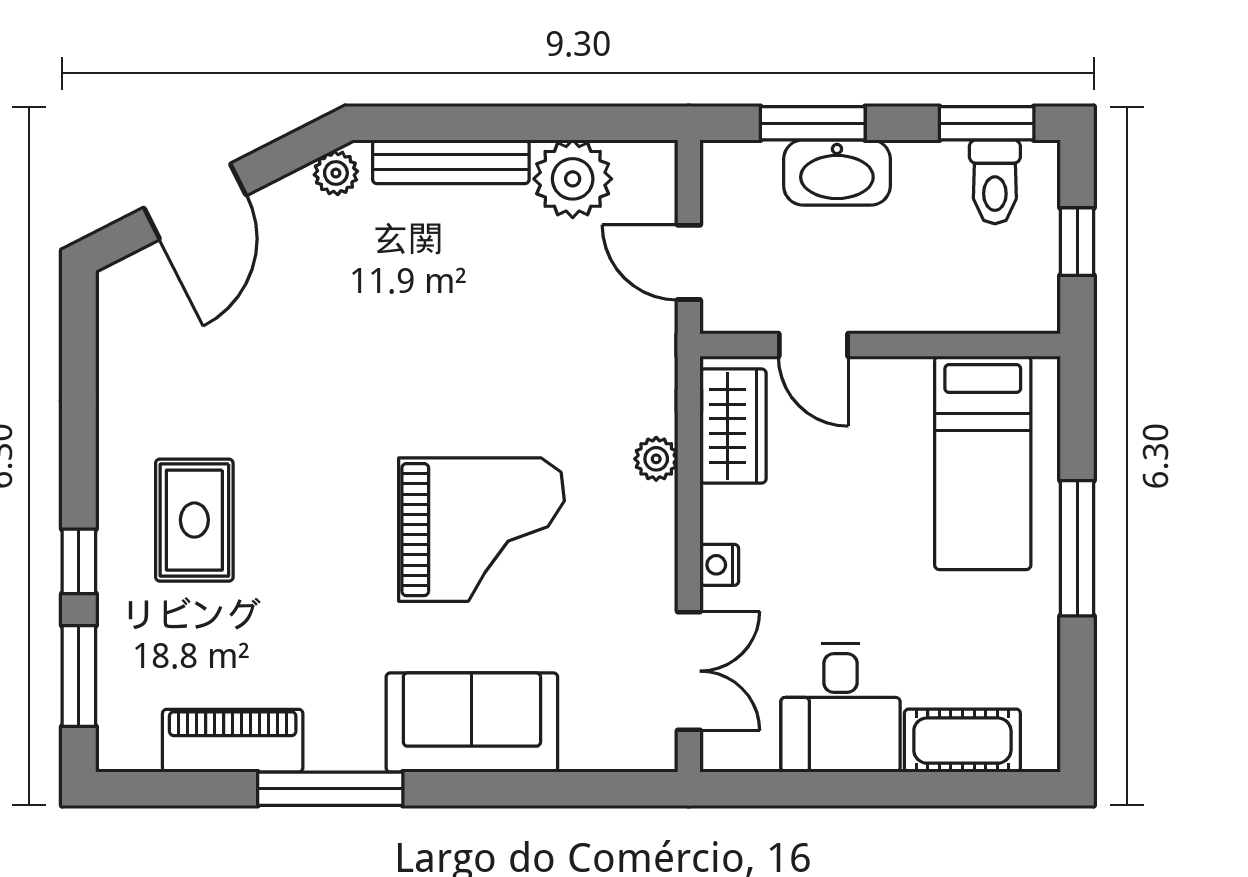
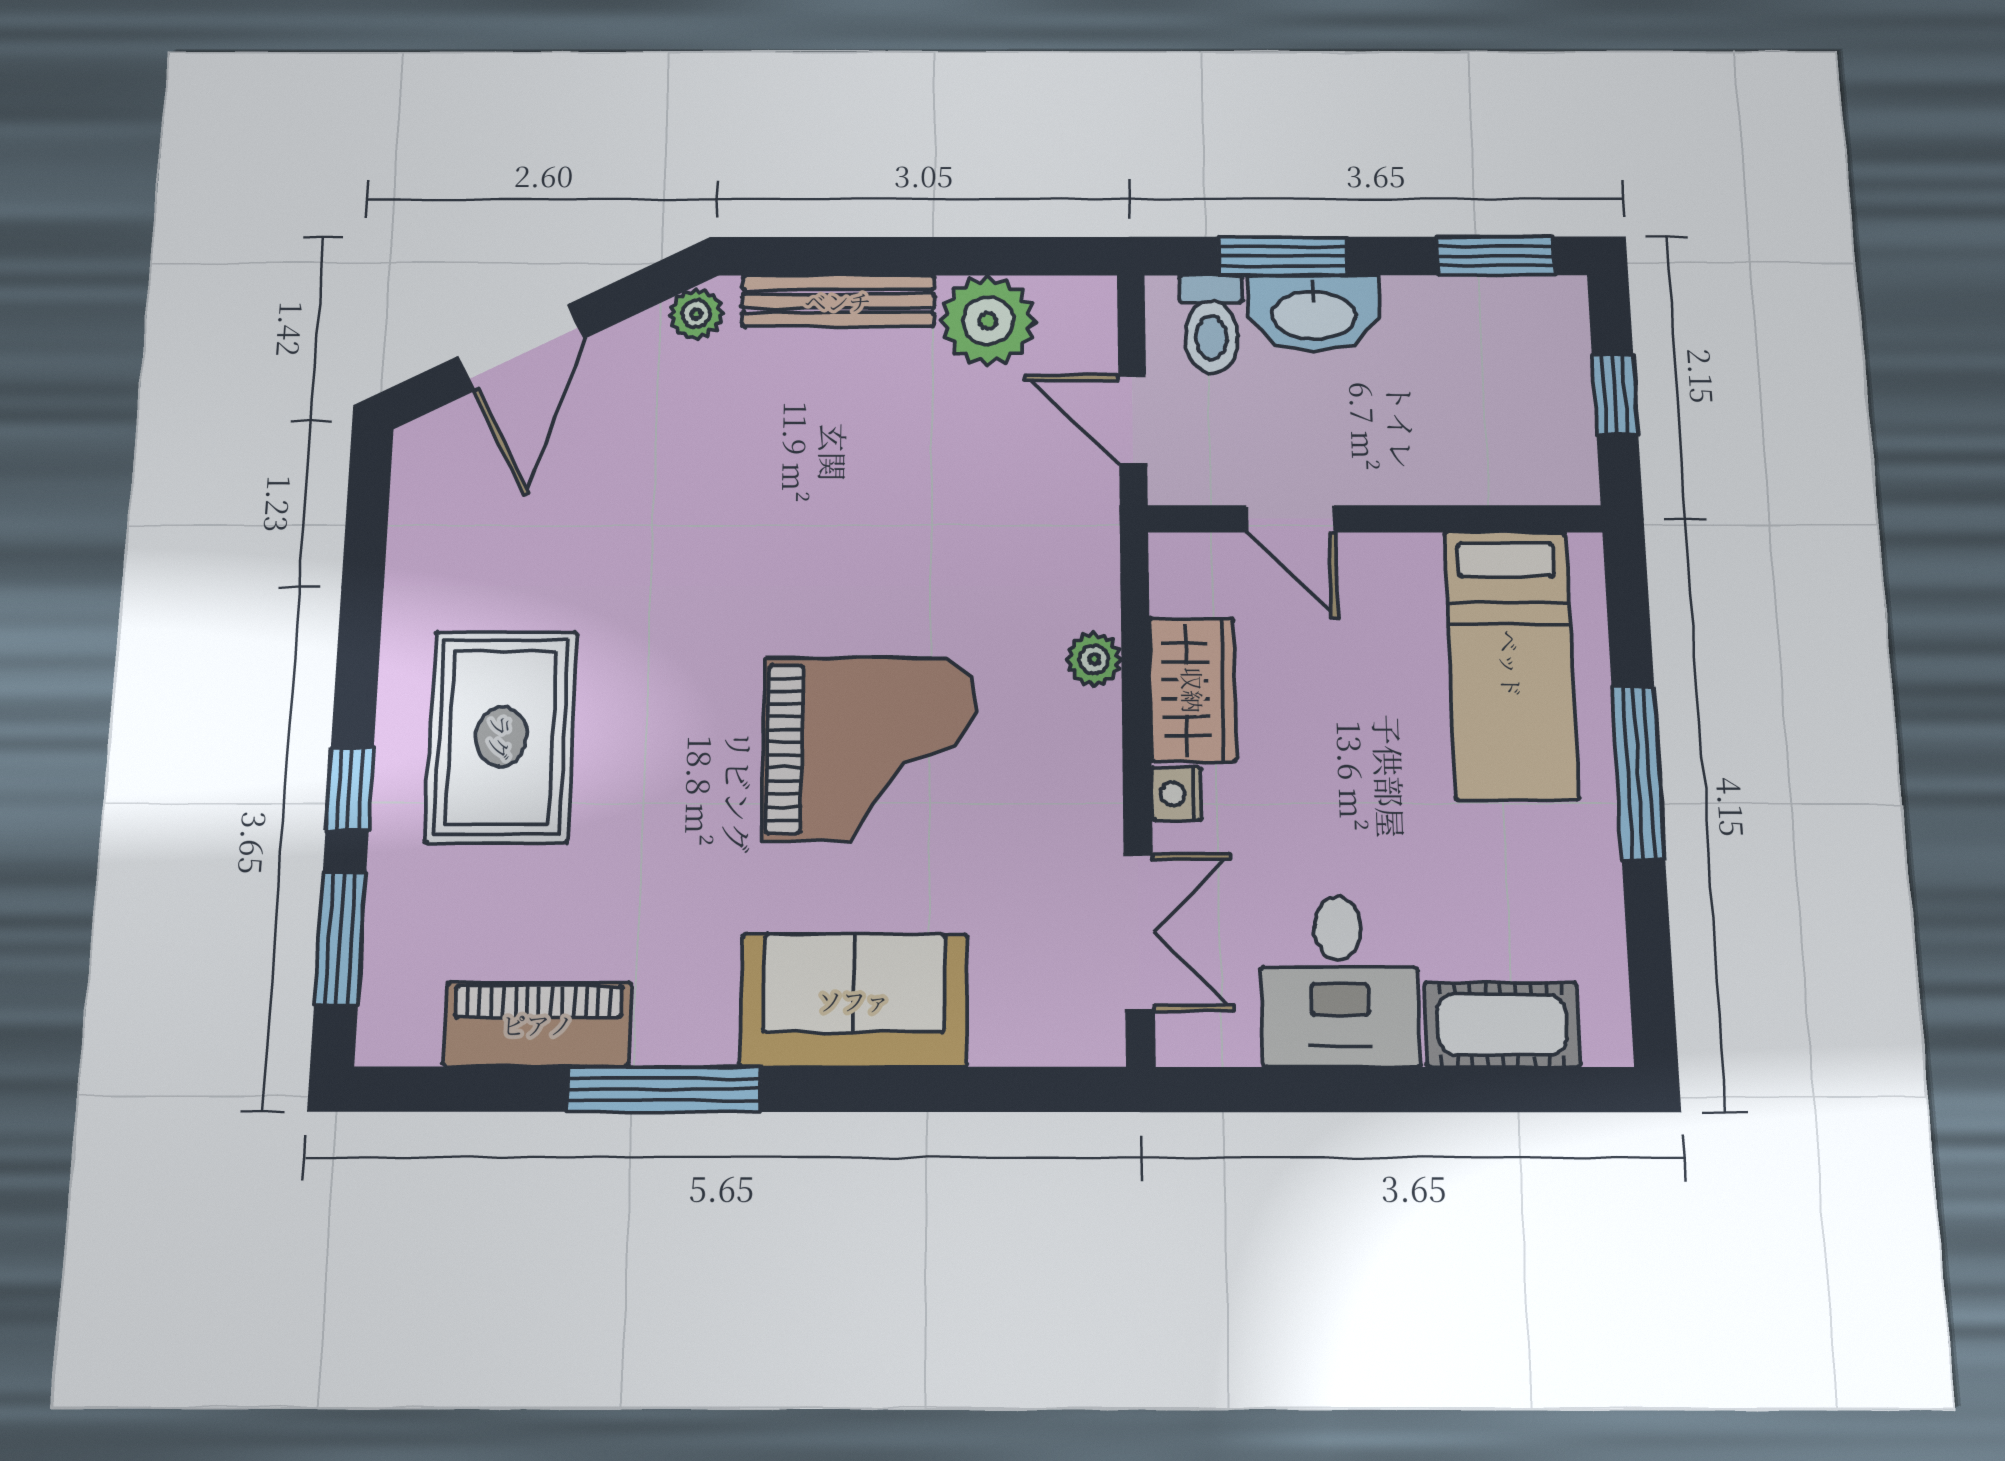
toilet: (995, 182) -> (1211, 324), moved
wardrobe: (733, 426) -> (1193, 690), moved
rug: (194, 520) -> (501, 737), width x1.36, depth x1.43

